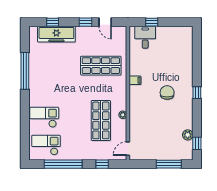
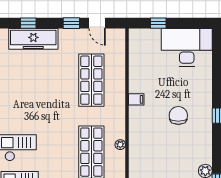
desk: (145, 37) -> (187, 47), moved, width x1.87, depth x1.30
shop shelf: (101, 66) -> (91, 80), turned 90

